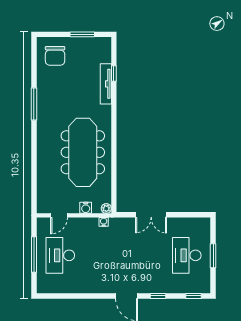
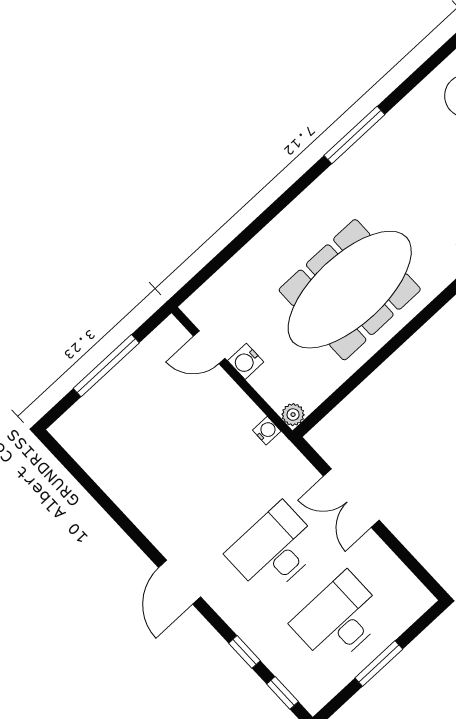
water cooler: (86, 208) -> (246, 361), moved
desk: (60, 255) -> (274, 550), moved
window: (158, 296) -> (244, 652), moved

